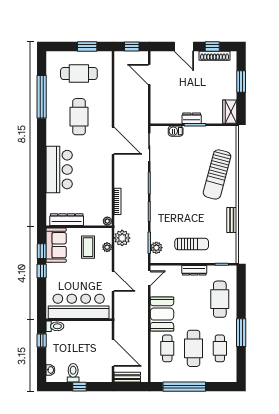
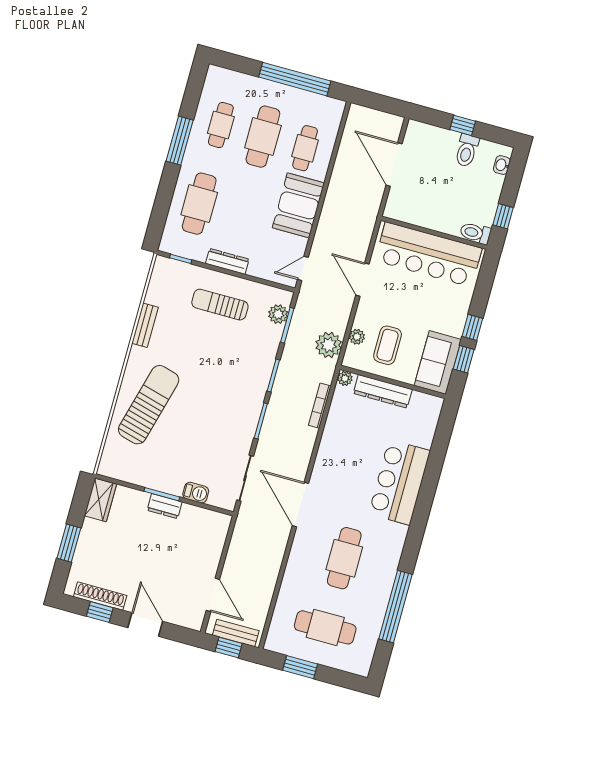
dresser: (67, 220) -> (383, 391), moved
bench: (127, 377) -> (236, 633), moved

